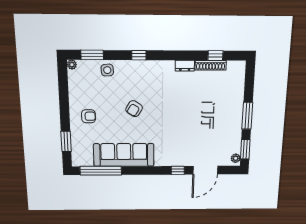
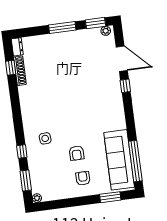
window: (139, 55) -> (22, 151), moved
dresser: (185, 66) -> (17, 47), moved
side table: (107, 70) -> (45, 138), moved
armchair: (134, 109) -> (77, 153), moved, turned 58
sofa: (124, 155) -> (119, 160), moved

